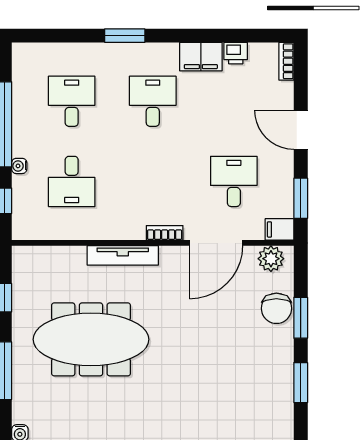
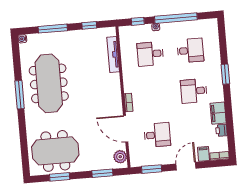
desk: (153, 101) -> (194, 91), turned 180
filing cabinet: (280, 229) -> (204, 154), moved
tv unit: (123, 255) -> (113, 55), moved
chair: (276, 308) -> (96, 162), removed
window: (301, 318) -> (102, 173), moved
meeting table: (91, 339) -> (49, 83), moved
meeting table: (248, 387) -> (55, 151), added

